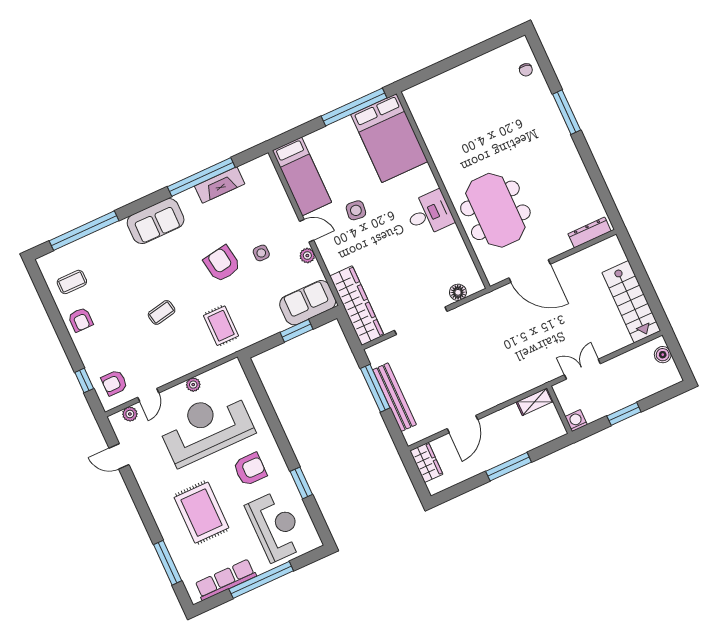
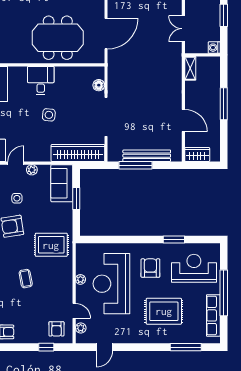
side table: (356, 210) -> (49, 115), moved
rug: (221, 326) -> (51, 245), width x1.36, depth x1.43

